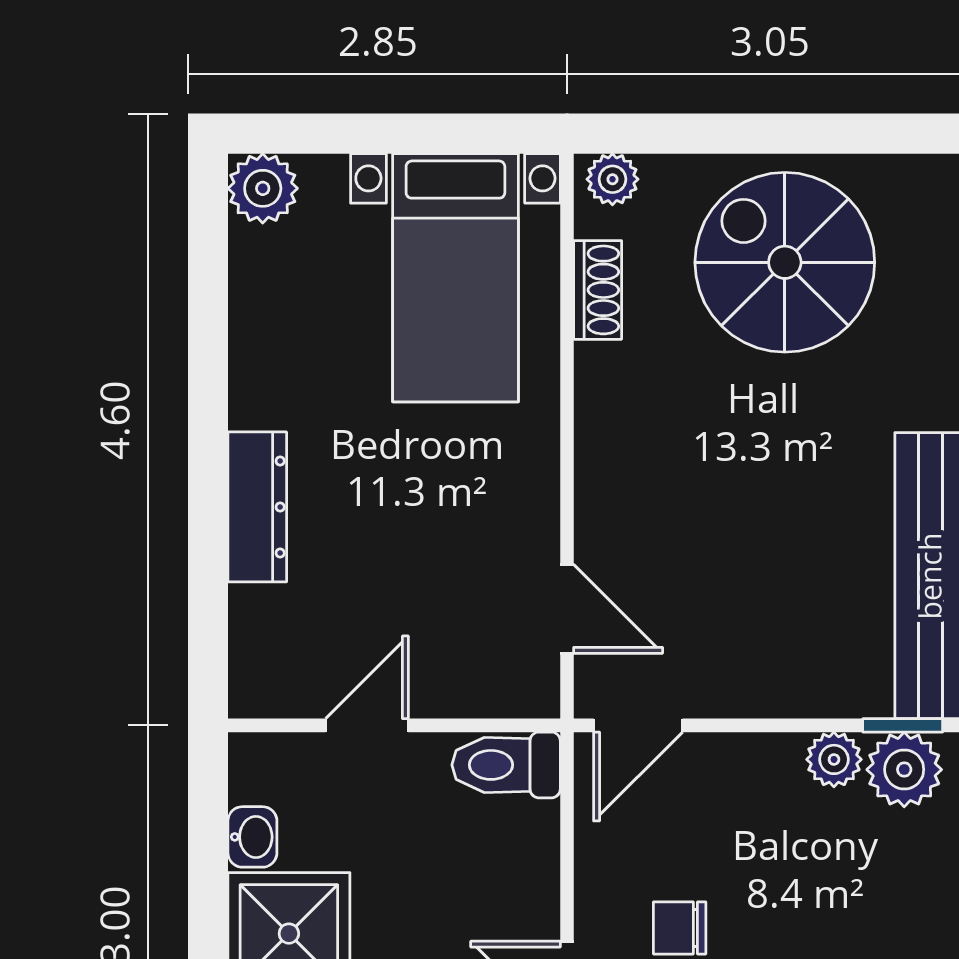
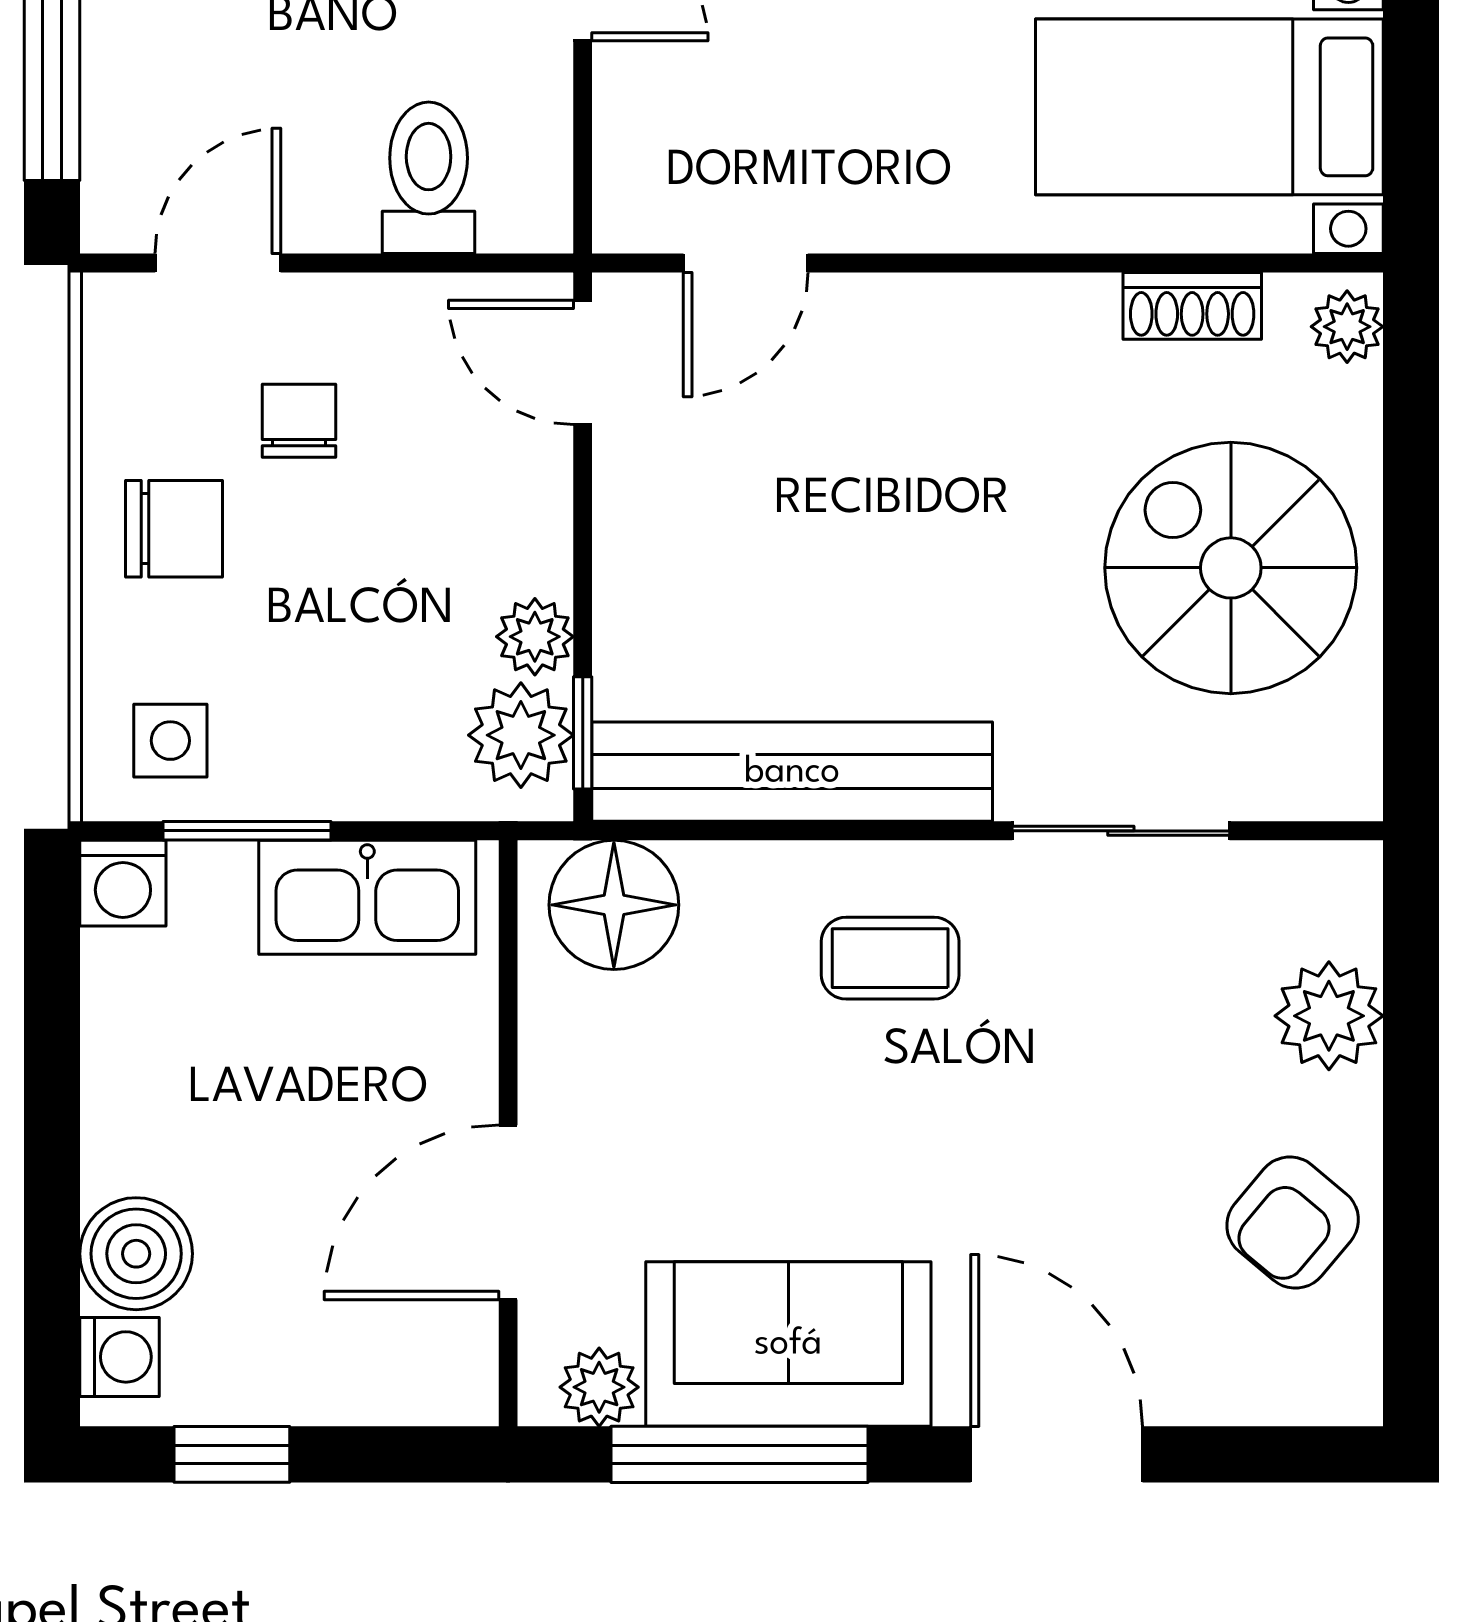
spiral stairs: (785, 262) -> (1231, 568), turned -90
toilet: (506, 765) -> (429, 178), moved

